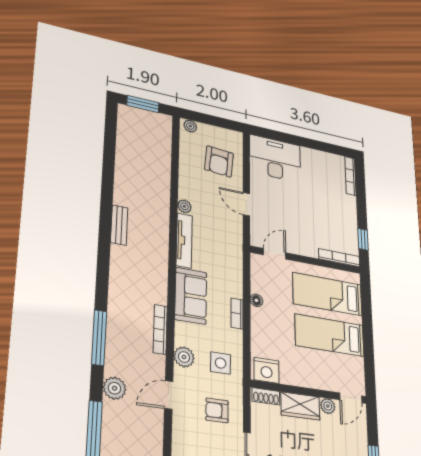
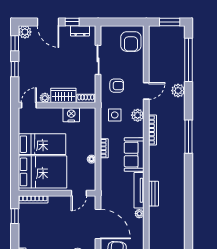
door: (246, 204) -> (98, 224), width x1.88
bench: (119, 225) -> (153, 194), moved
bed: (327, 294) -> (42, 172), width x1.50
window: (99, 338) -> (188, 137), moved
nightstand: (266, 370) -> (71, 115), moved

